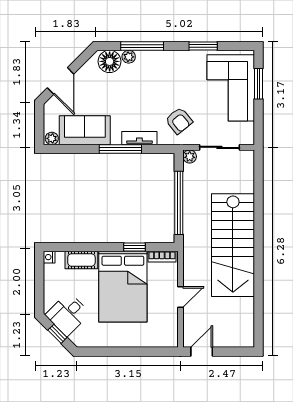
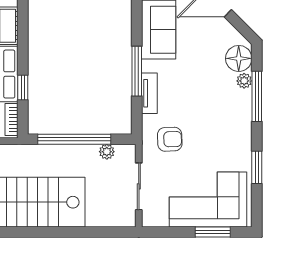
armchair: (179, 121) -> (170, 139), turned -143
plant: (190, 156) -> (107, 152), moved

